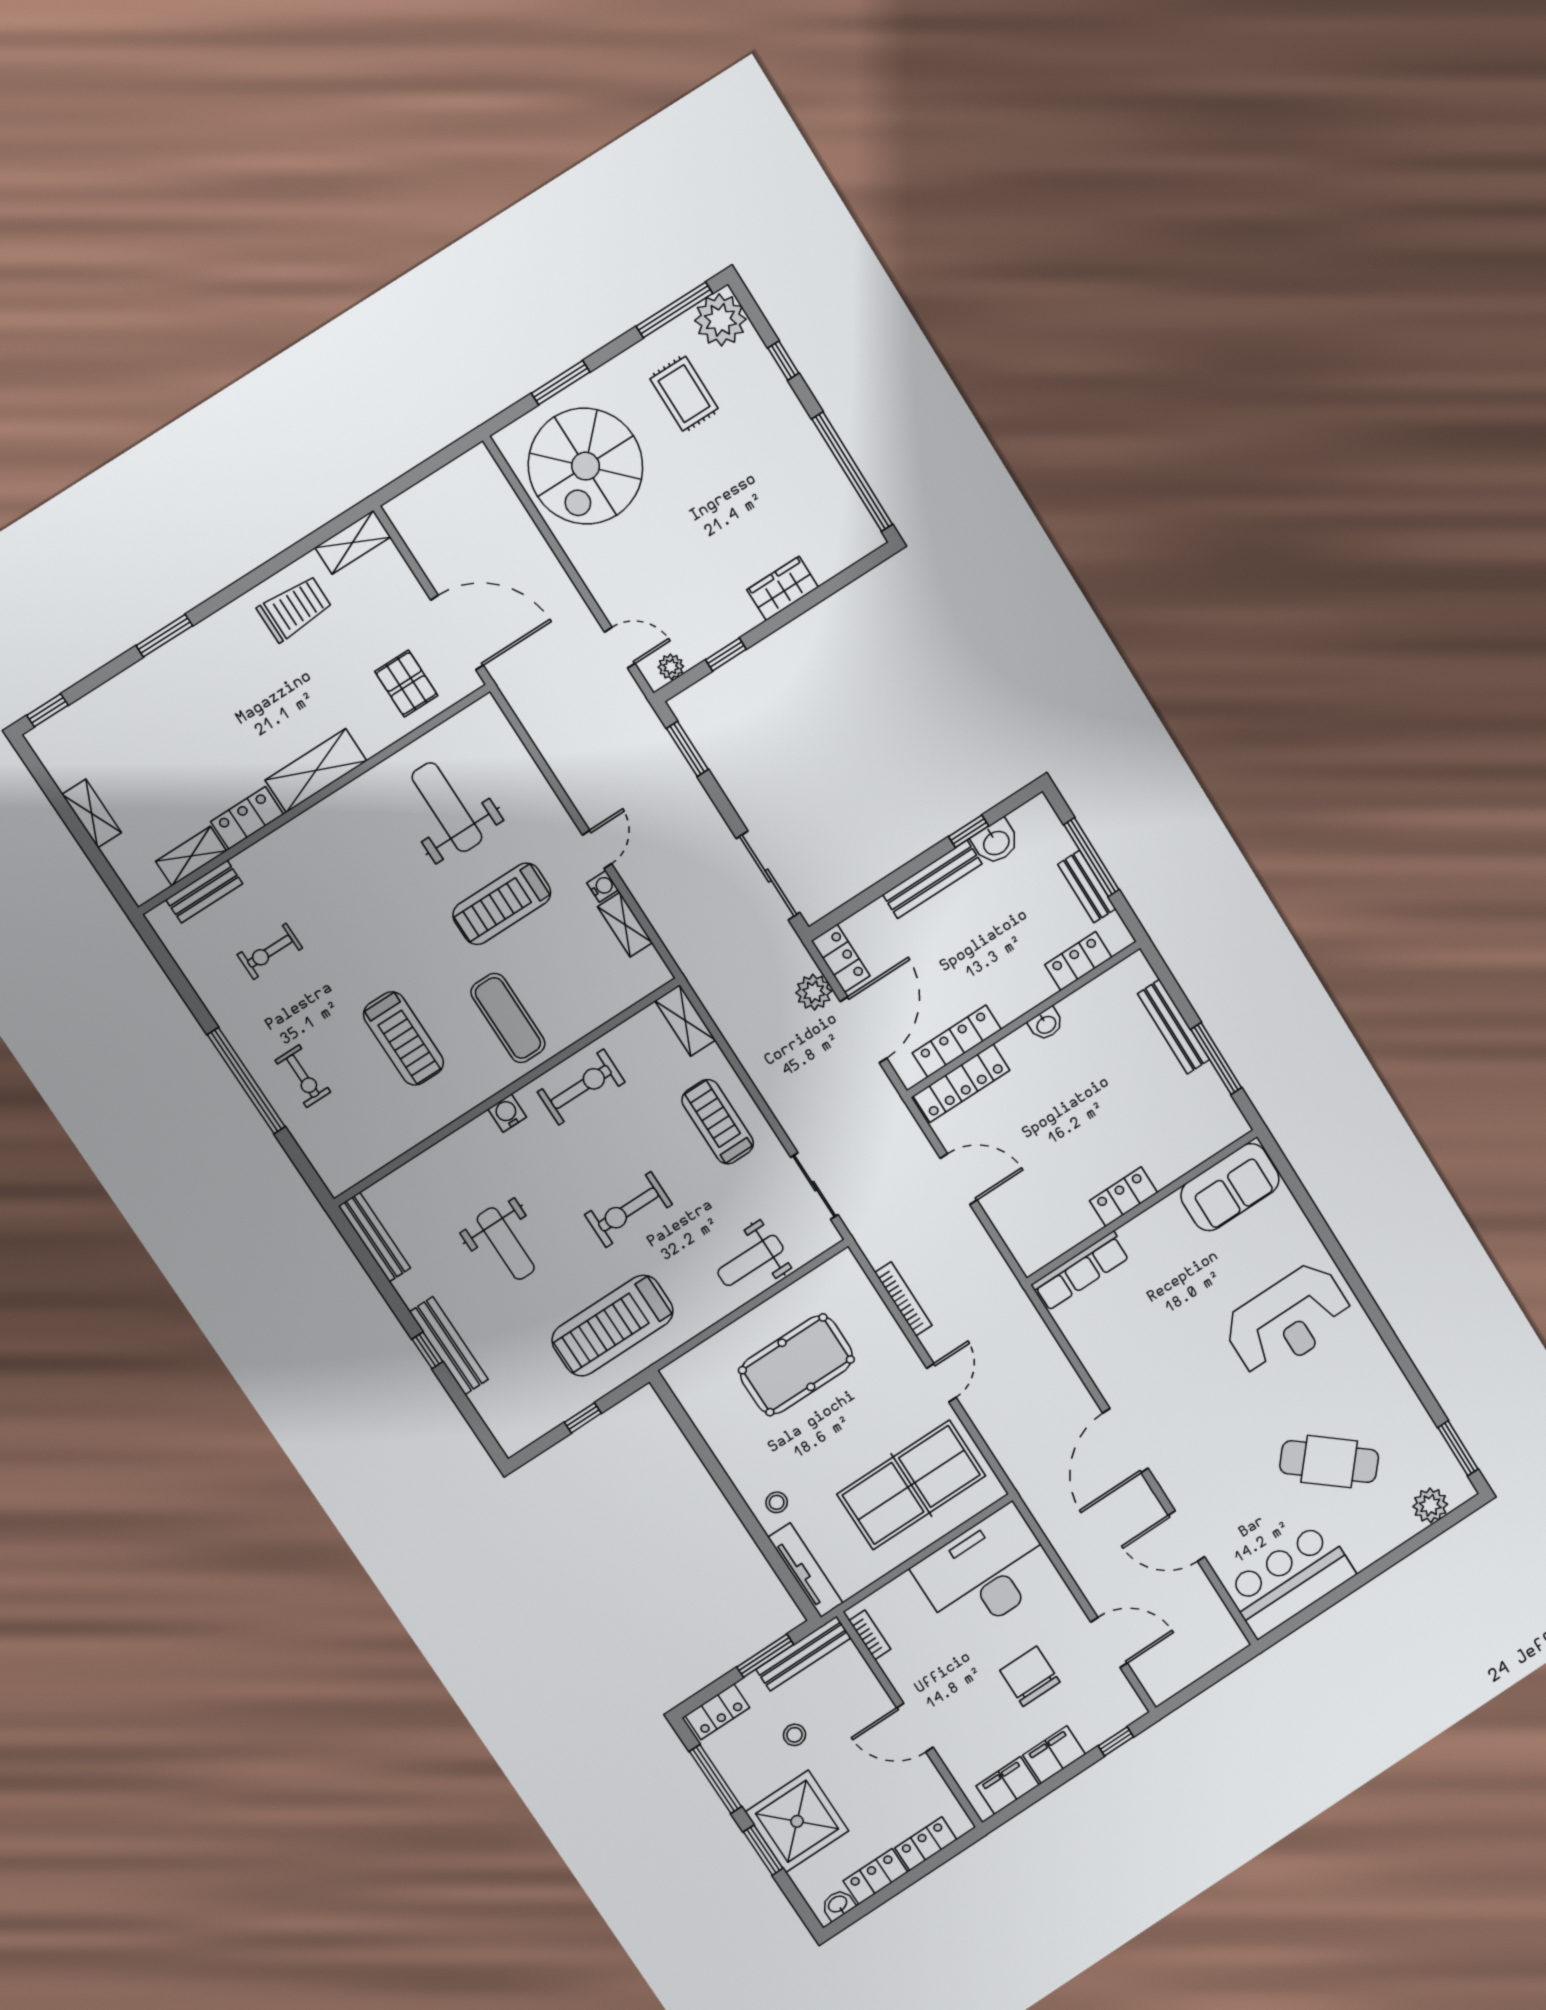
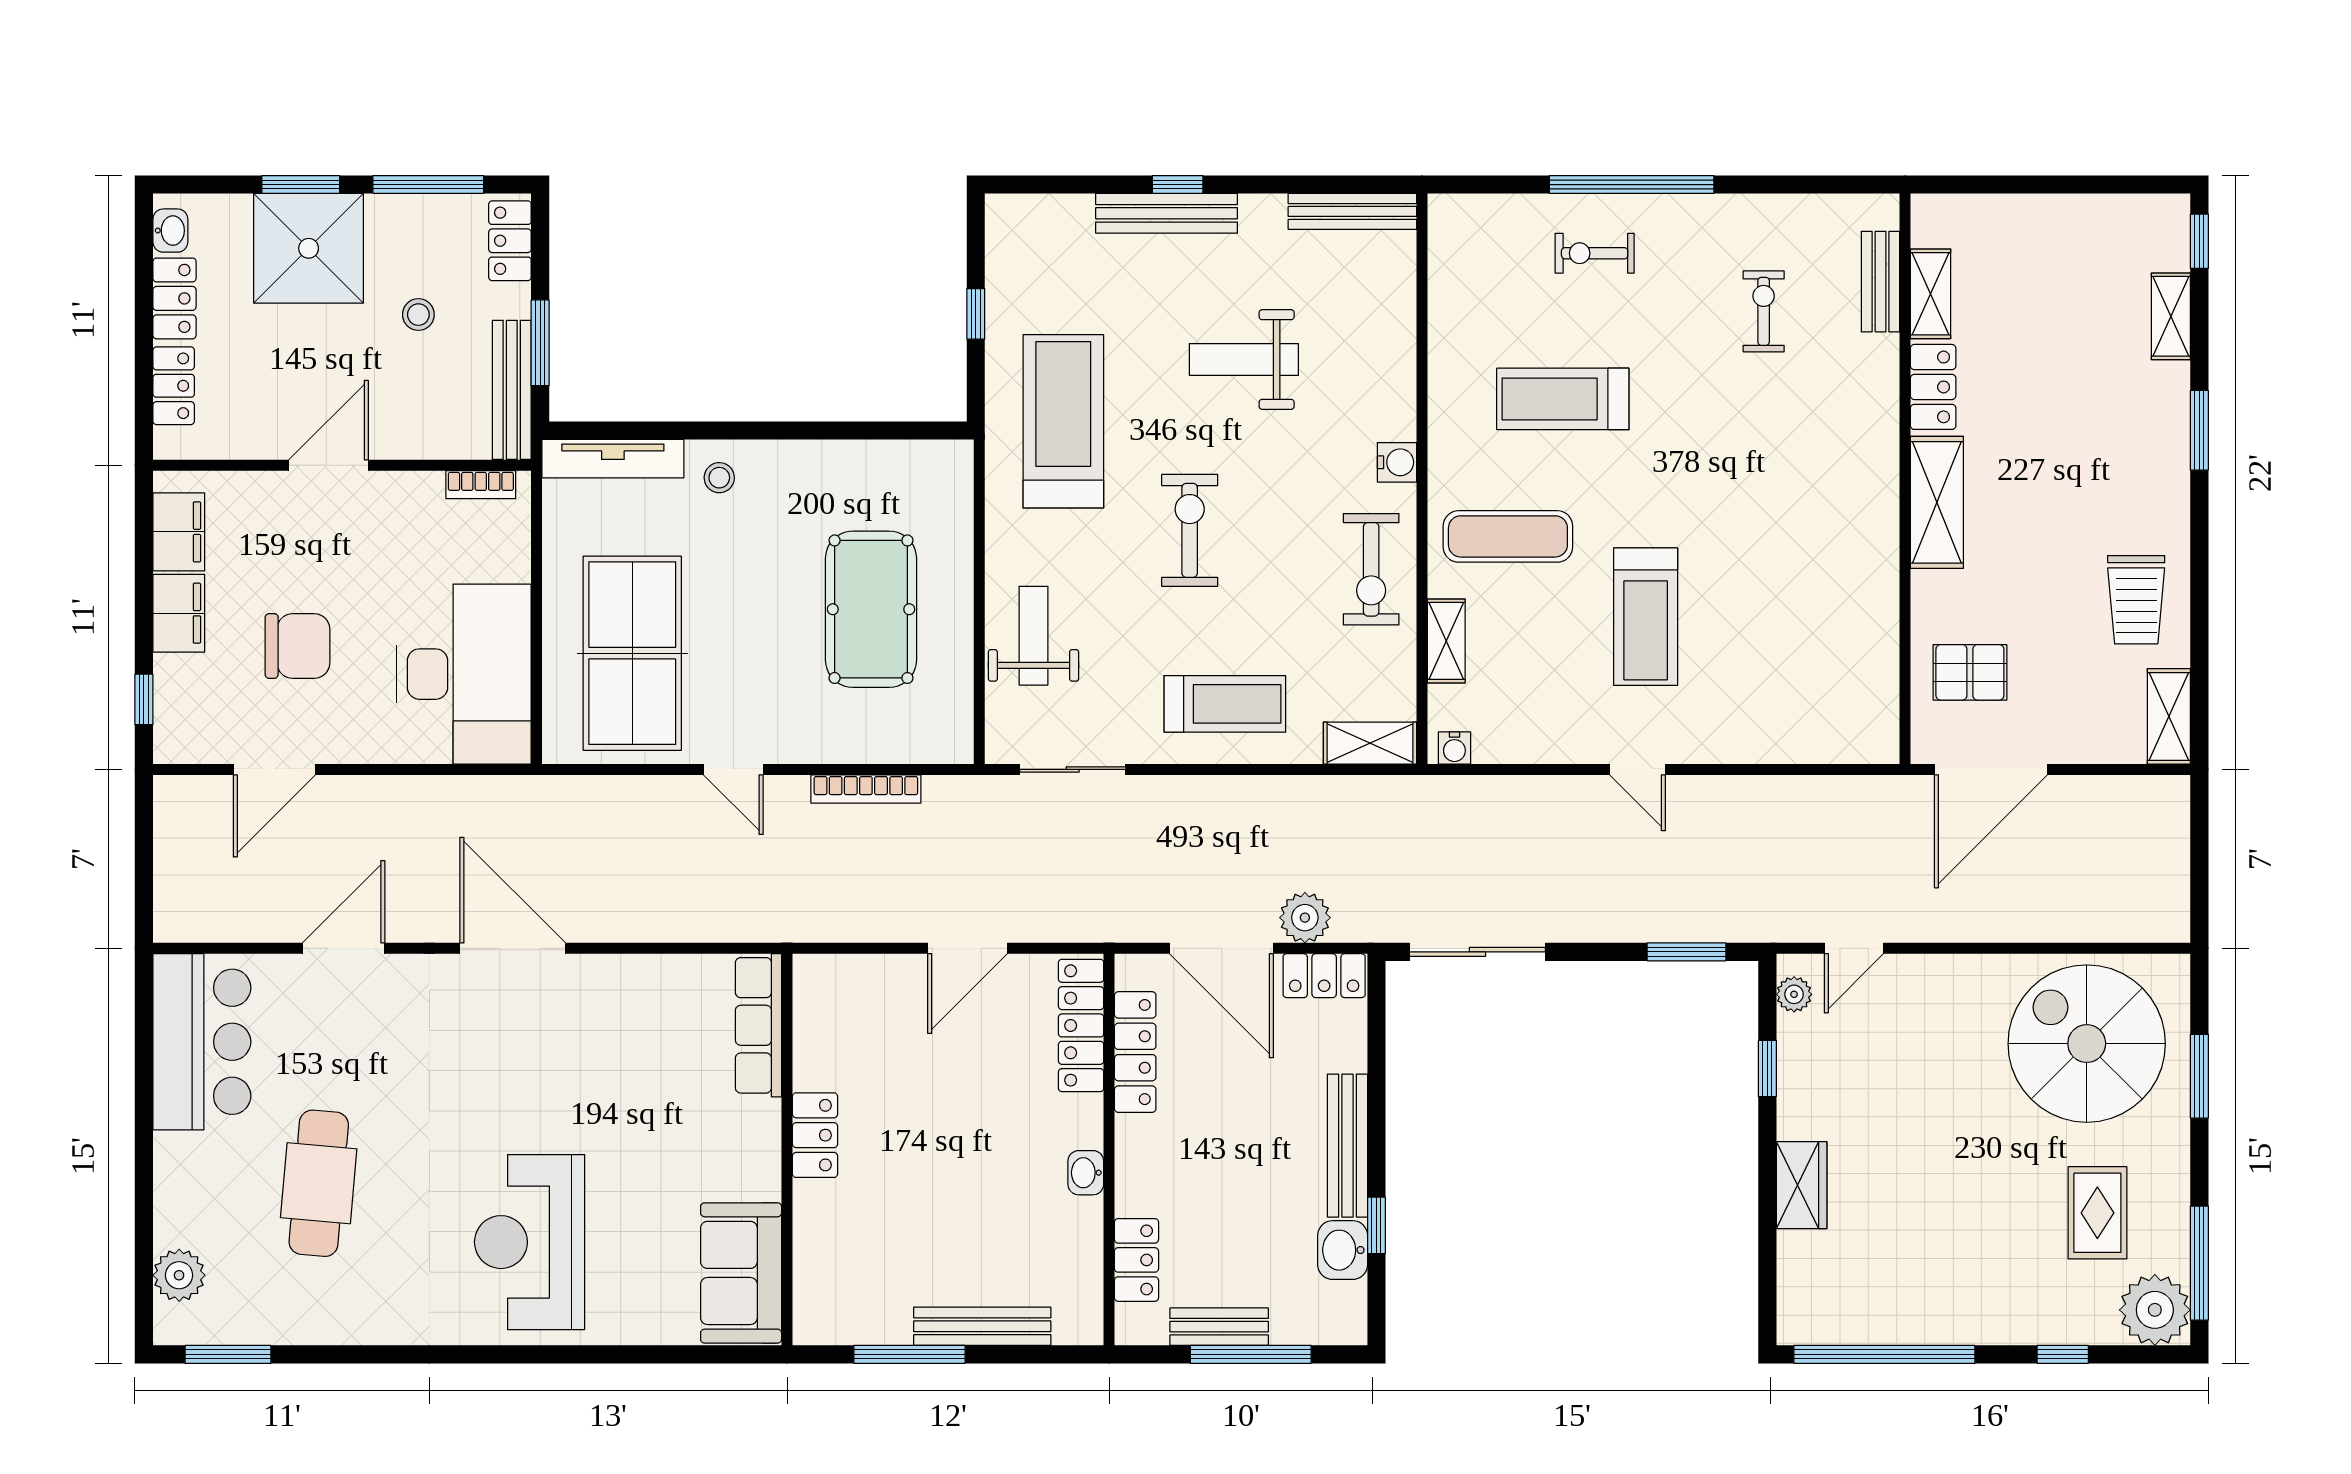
rug: (684, 394) -> (2097, 1213), turned 90
weight bench: (447, 807) -> (1798, 626), removed
shelving: (92, 814) -> (2171, 316), moved, turned 90
water cooler: (603, 886) -> (1454, 748), moved
treadmill: (502, 904) -> (1646, 617), turned 180
shelving: (625, 925) -> (1446, 641), moved, turned 90
cafe table: (1329, 1462) -> (319, 1183), turned -35

